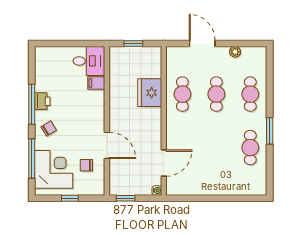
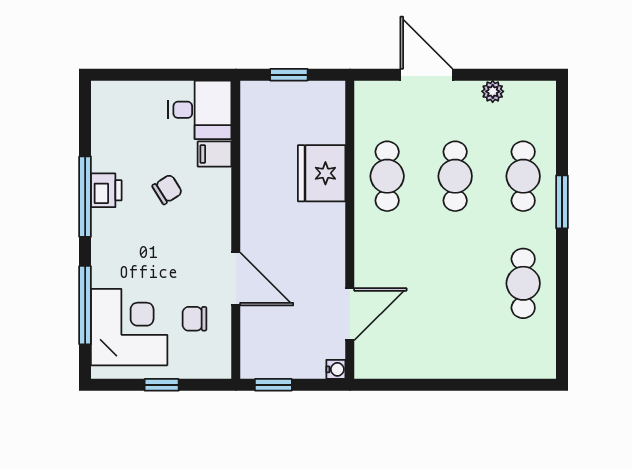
chair: (49, 129) -> (167, 189), moved
window: (270, 131) -> (562, 202), moved

